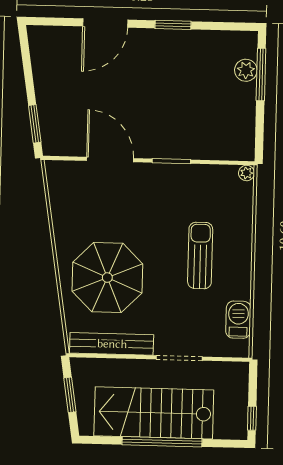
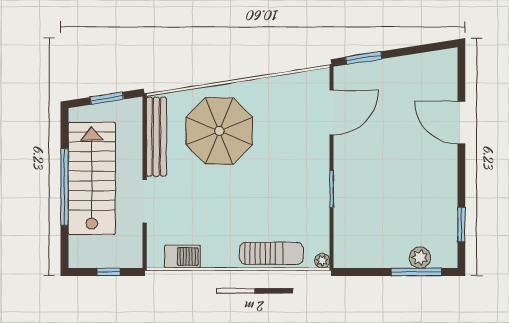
window: (173, 25) -> (461, 225), moved
door: (110, 160) -> (332, 113), moved
sun lounger: (200, 255) -> (271, 253), moved
window: (252, 418) -> (108, 272), moved

